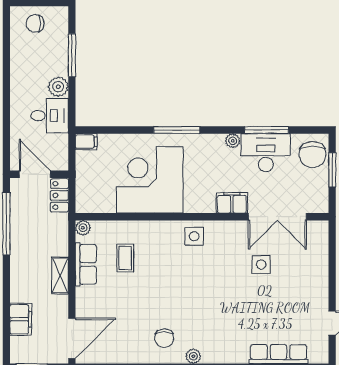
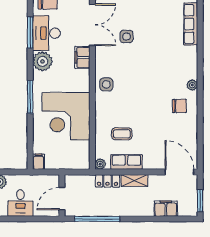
desk: (50, 116) -> (20, 203), moved, turned 180
plant: (233, 141) -> (42, 61), width x1.87, depth x1.87
locker: (59, 195) -> (107, 181), moved

